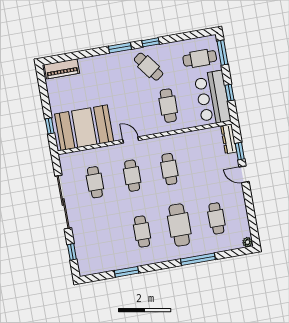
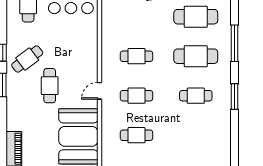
cafe table: (168, 106) -> (50, 86), moved, turned 90
cafe table: (216, 218) -> (196, 17), width x1.37, depth x1.35
window: (127, 272) -> (234, 97), moved

